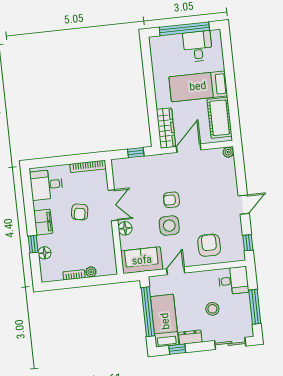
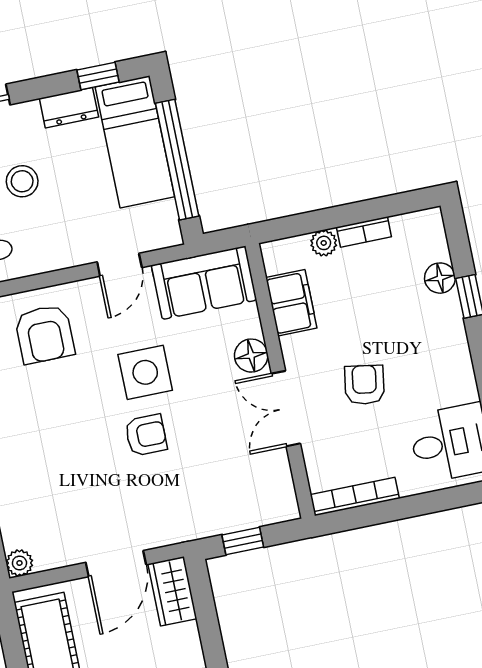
wardrobe: (166, 128) -> (172, 591), width x0.67
filing cabinet: (43, 222) -> (291, 303), moved, turned 180

